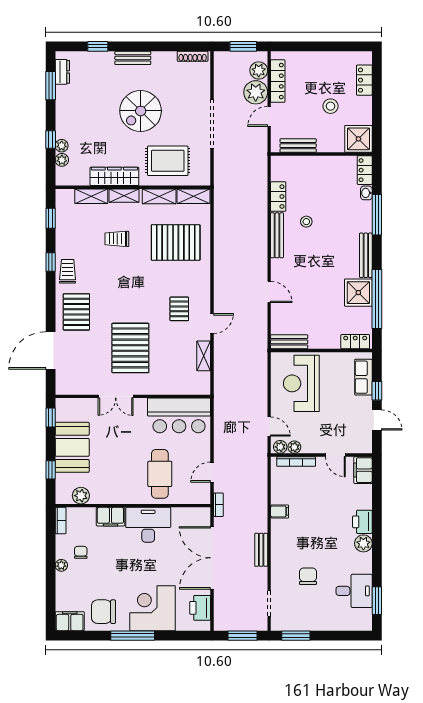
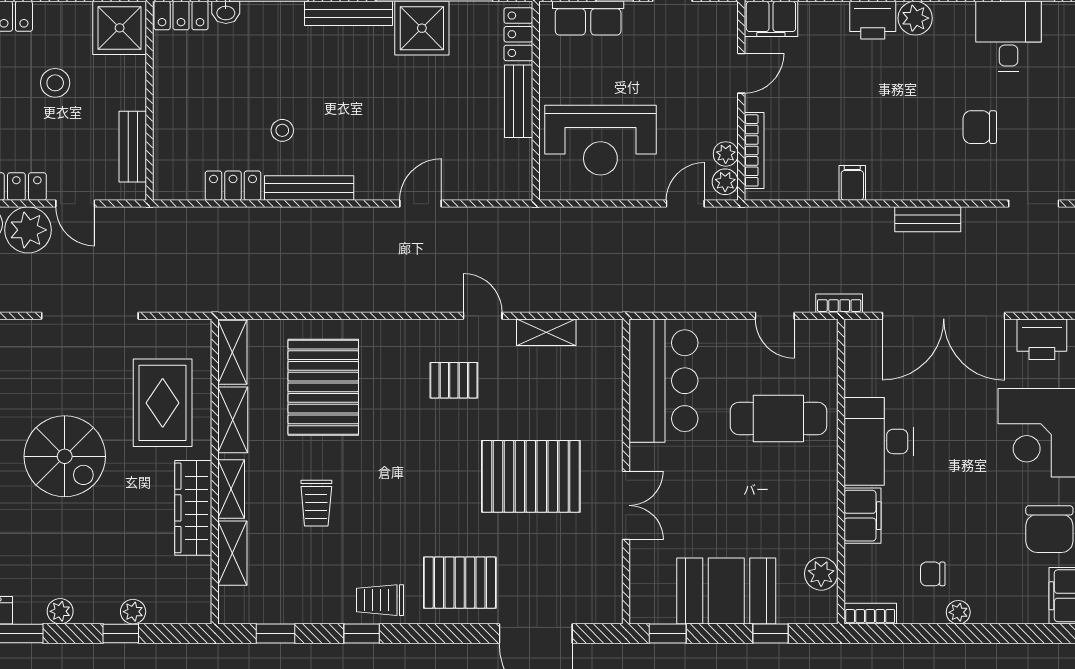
plant: (62, 160) -> (60, 611), moved
bench: (289, 342) -> (519, 101), moved

